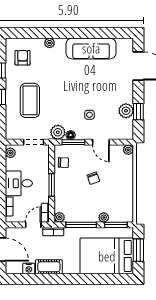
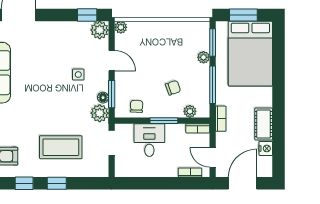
plant: (126, 111) -> (100, 30), moved
window: (138, 112) -> (87, 15), moved
door: (101, 142) -> (112, 61), hinge flipped
plant: (10, 153) -> (125, 171), removed
chair: (93, 178) -> (173, 88), moved
desk: (19, 183) -> (149, 140), moved, turned 180
plant: (59, 217) -> (190, 111), moved
door: (33, 225) -> (213, 157), moved

